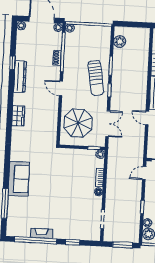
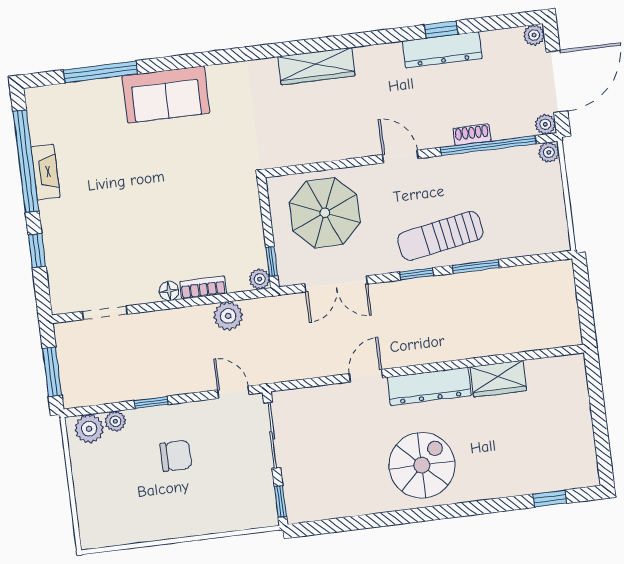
plant: (120, 42) -> (228, 316), moved
dresser: (20, 77) -> (442, 50), moved
door: (61, 88) -> (400, 157), hinge flipped
wardrobe: (18, 116) -> (316, 66), width x1.50

